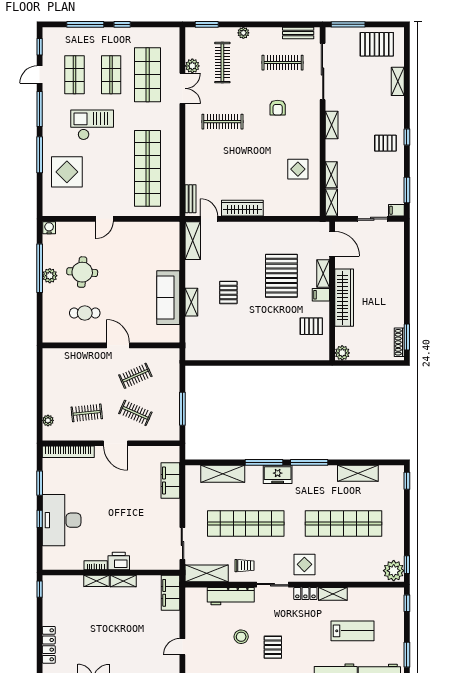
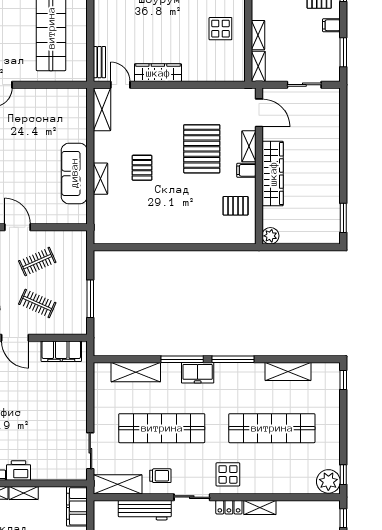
filing cabinet: (396, 210) -> (331, 25), moved
shoe rack: (399, 342) -> (335, 224), removed
filing cabinet: (170, 480) -> (61, 351), moved, turned -90

